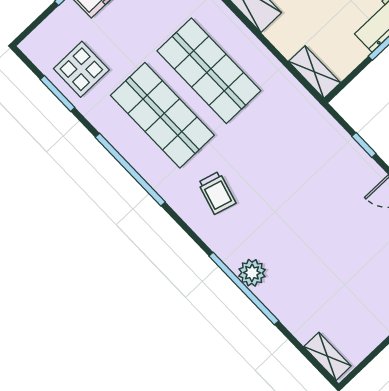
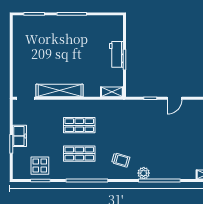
shop shelf: (209, 71) -> (79, 125), width x0.70, depth x0.74
shop shelf: (162, 115) -> (79, 154), width x0.70, depth x0.74
plant: (252, 273) -> (144, 173), moved

